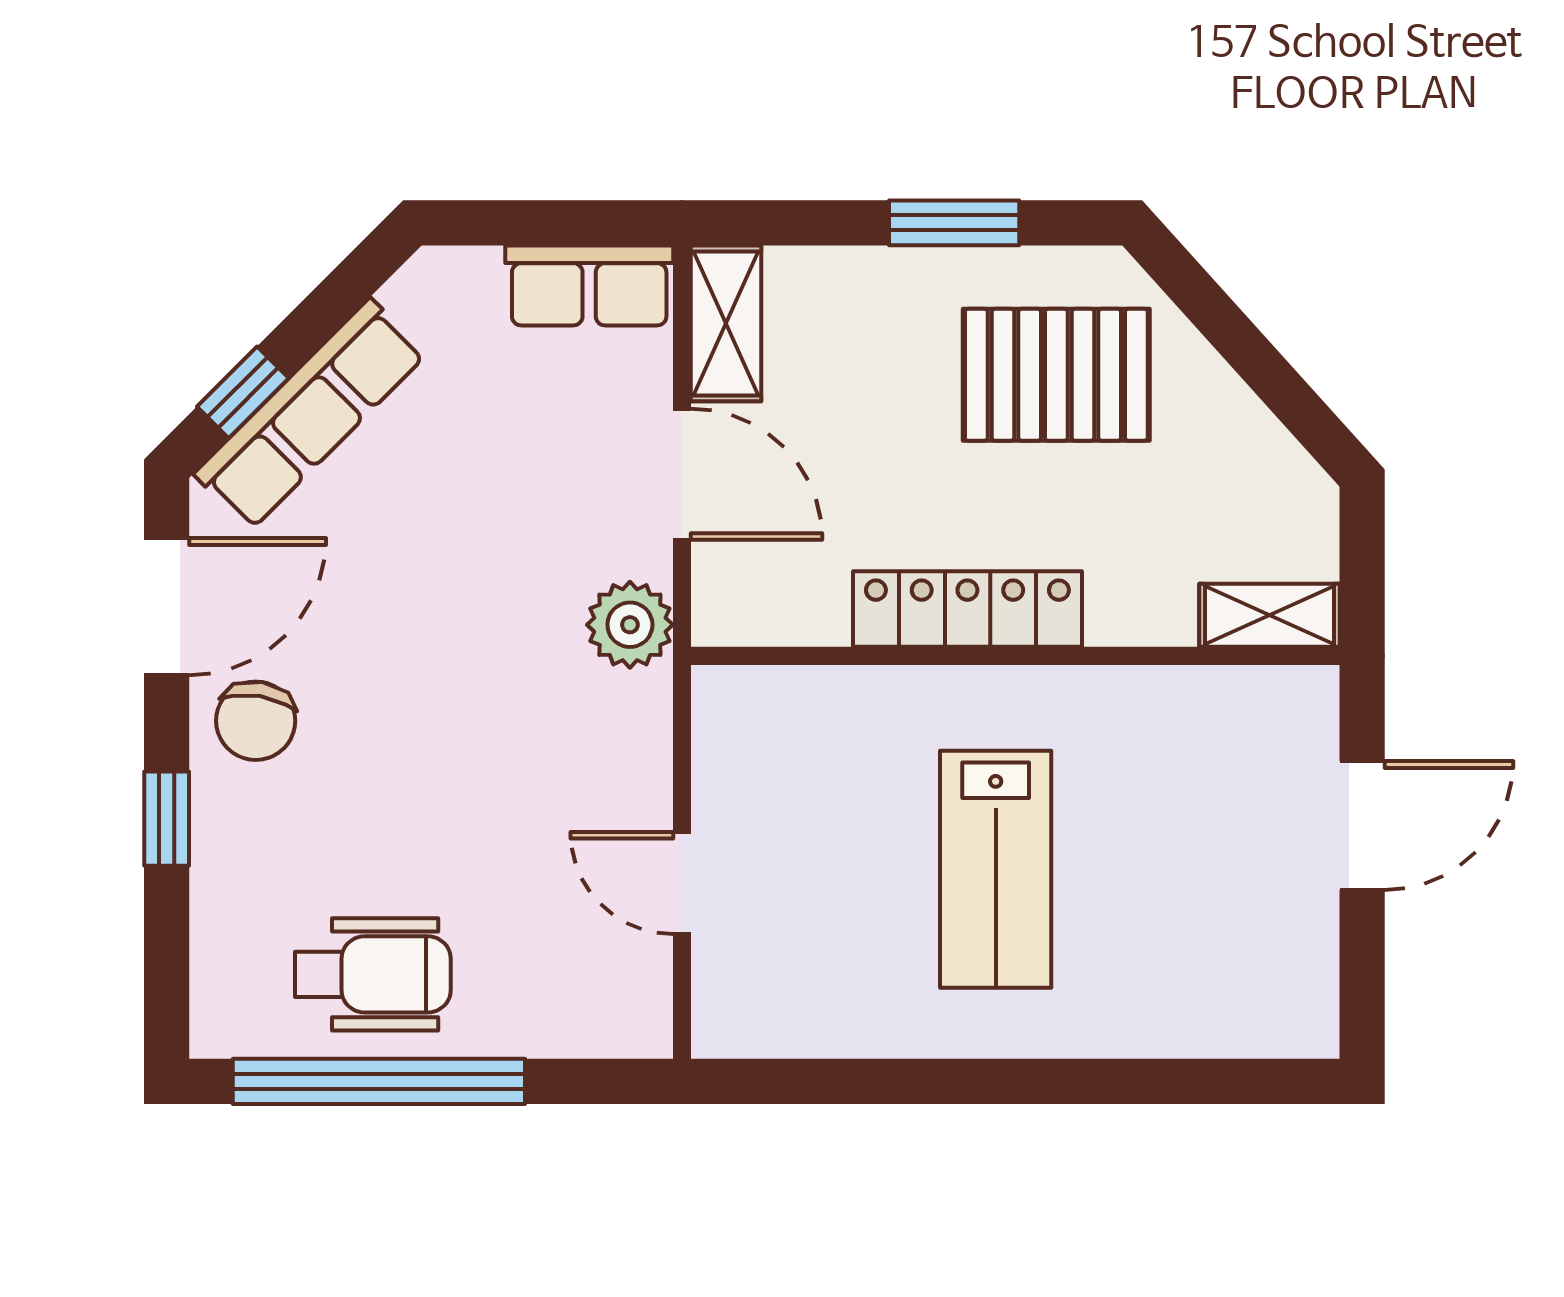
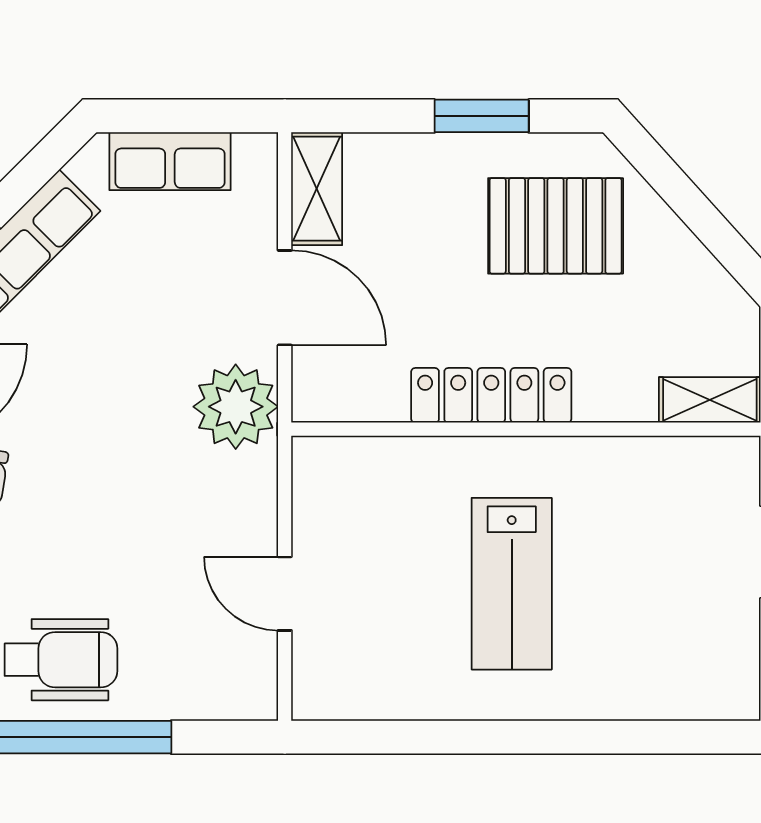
row of seats: (589, 285) -> (170, 161), moved
plant: (630, 625) -> (236, 407), width x1.36, depth x1.36

